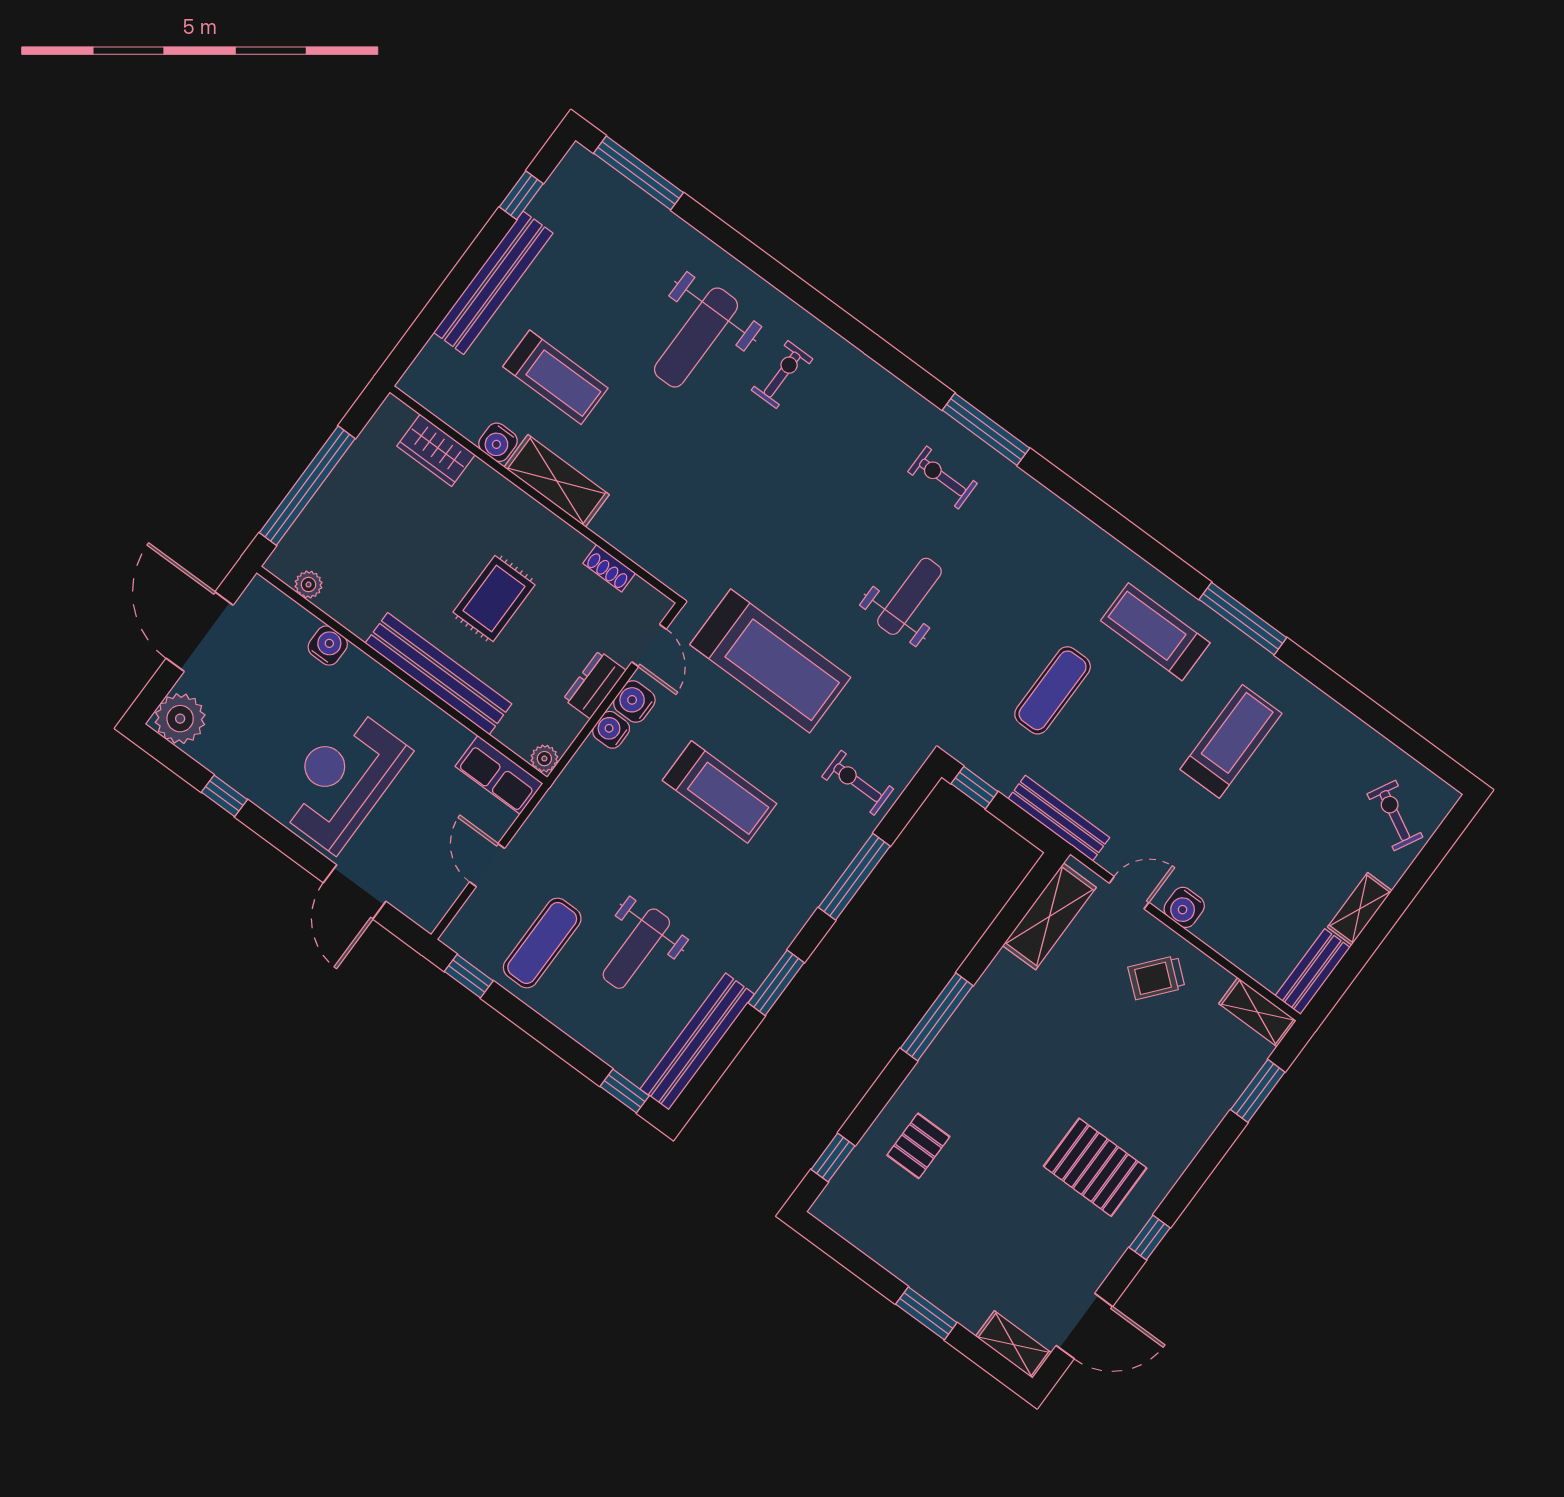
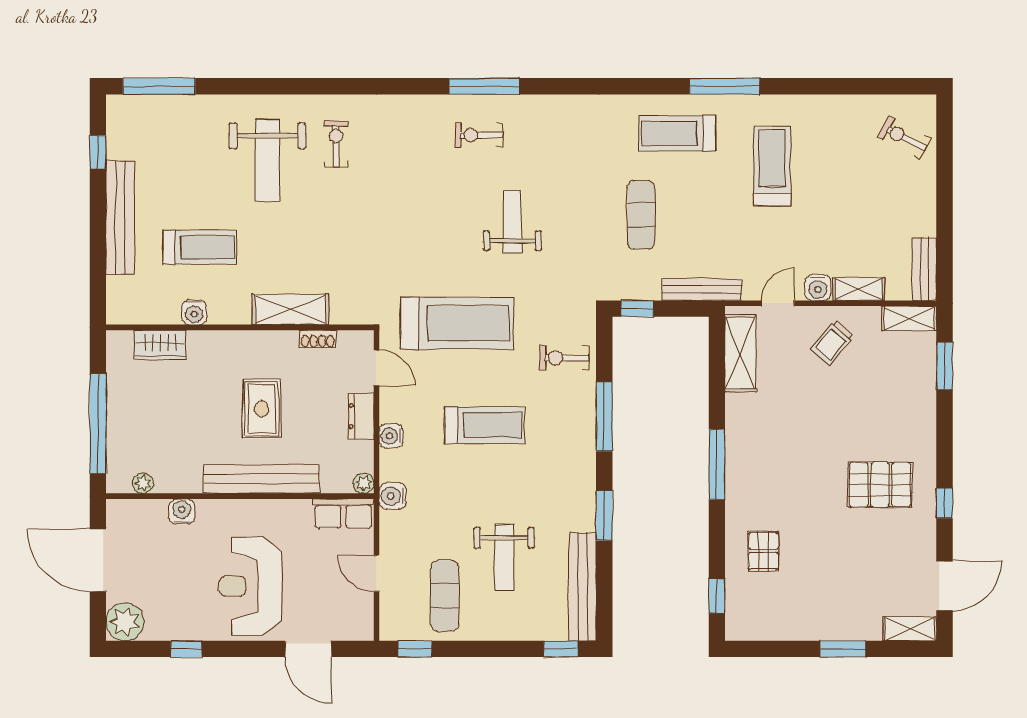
shelving: (557, 481) -> (290, 309), moved
water cooler: (634, 702) -> (393, 496), moved
shelving: (1360, 909) -> (859, 289), moved, turned 90

